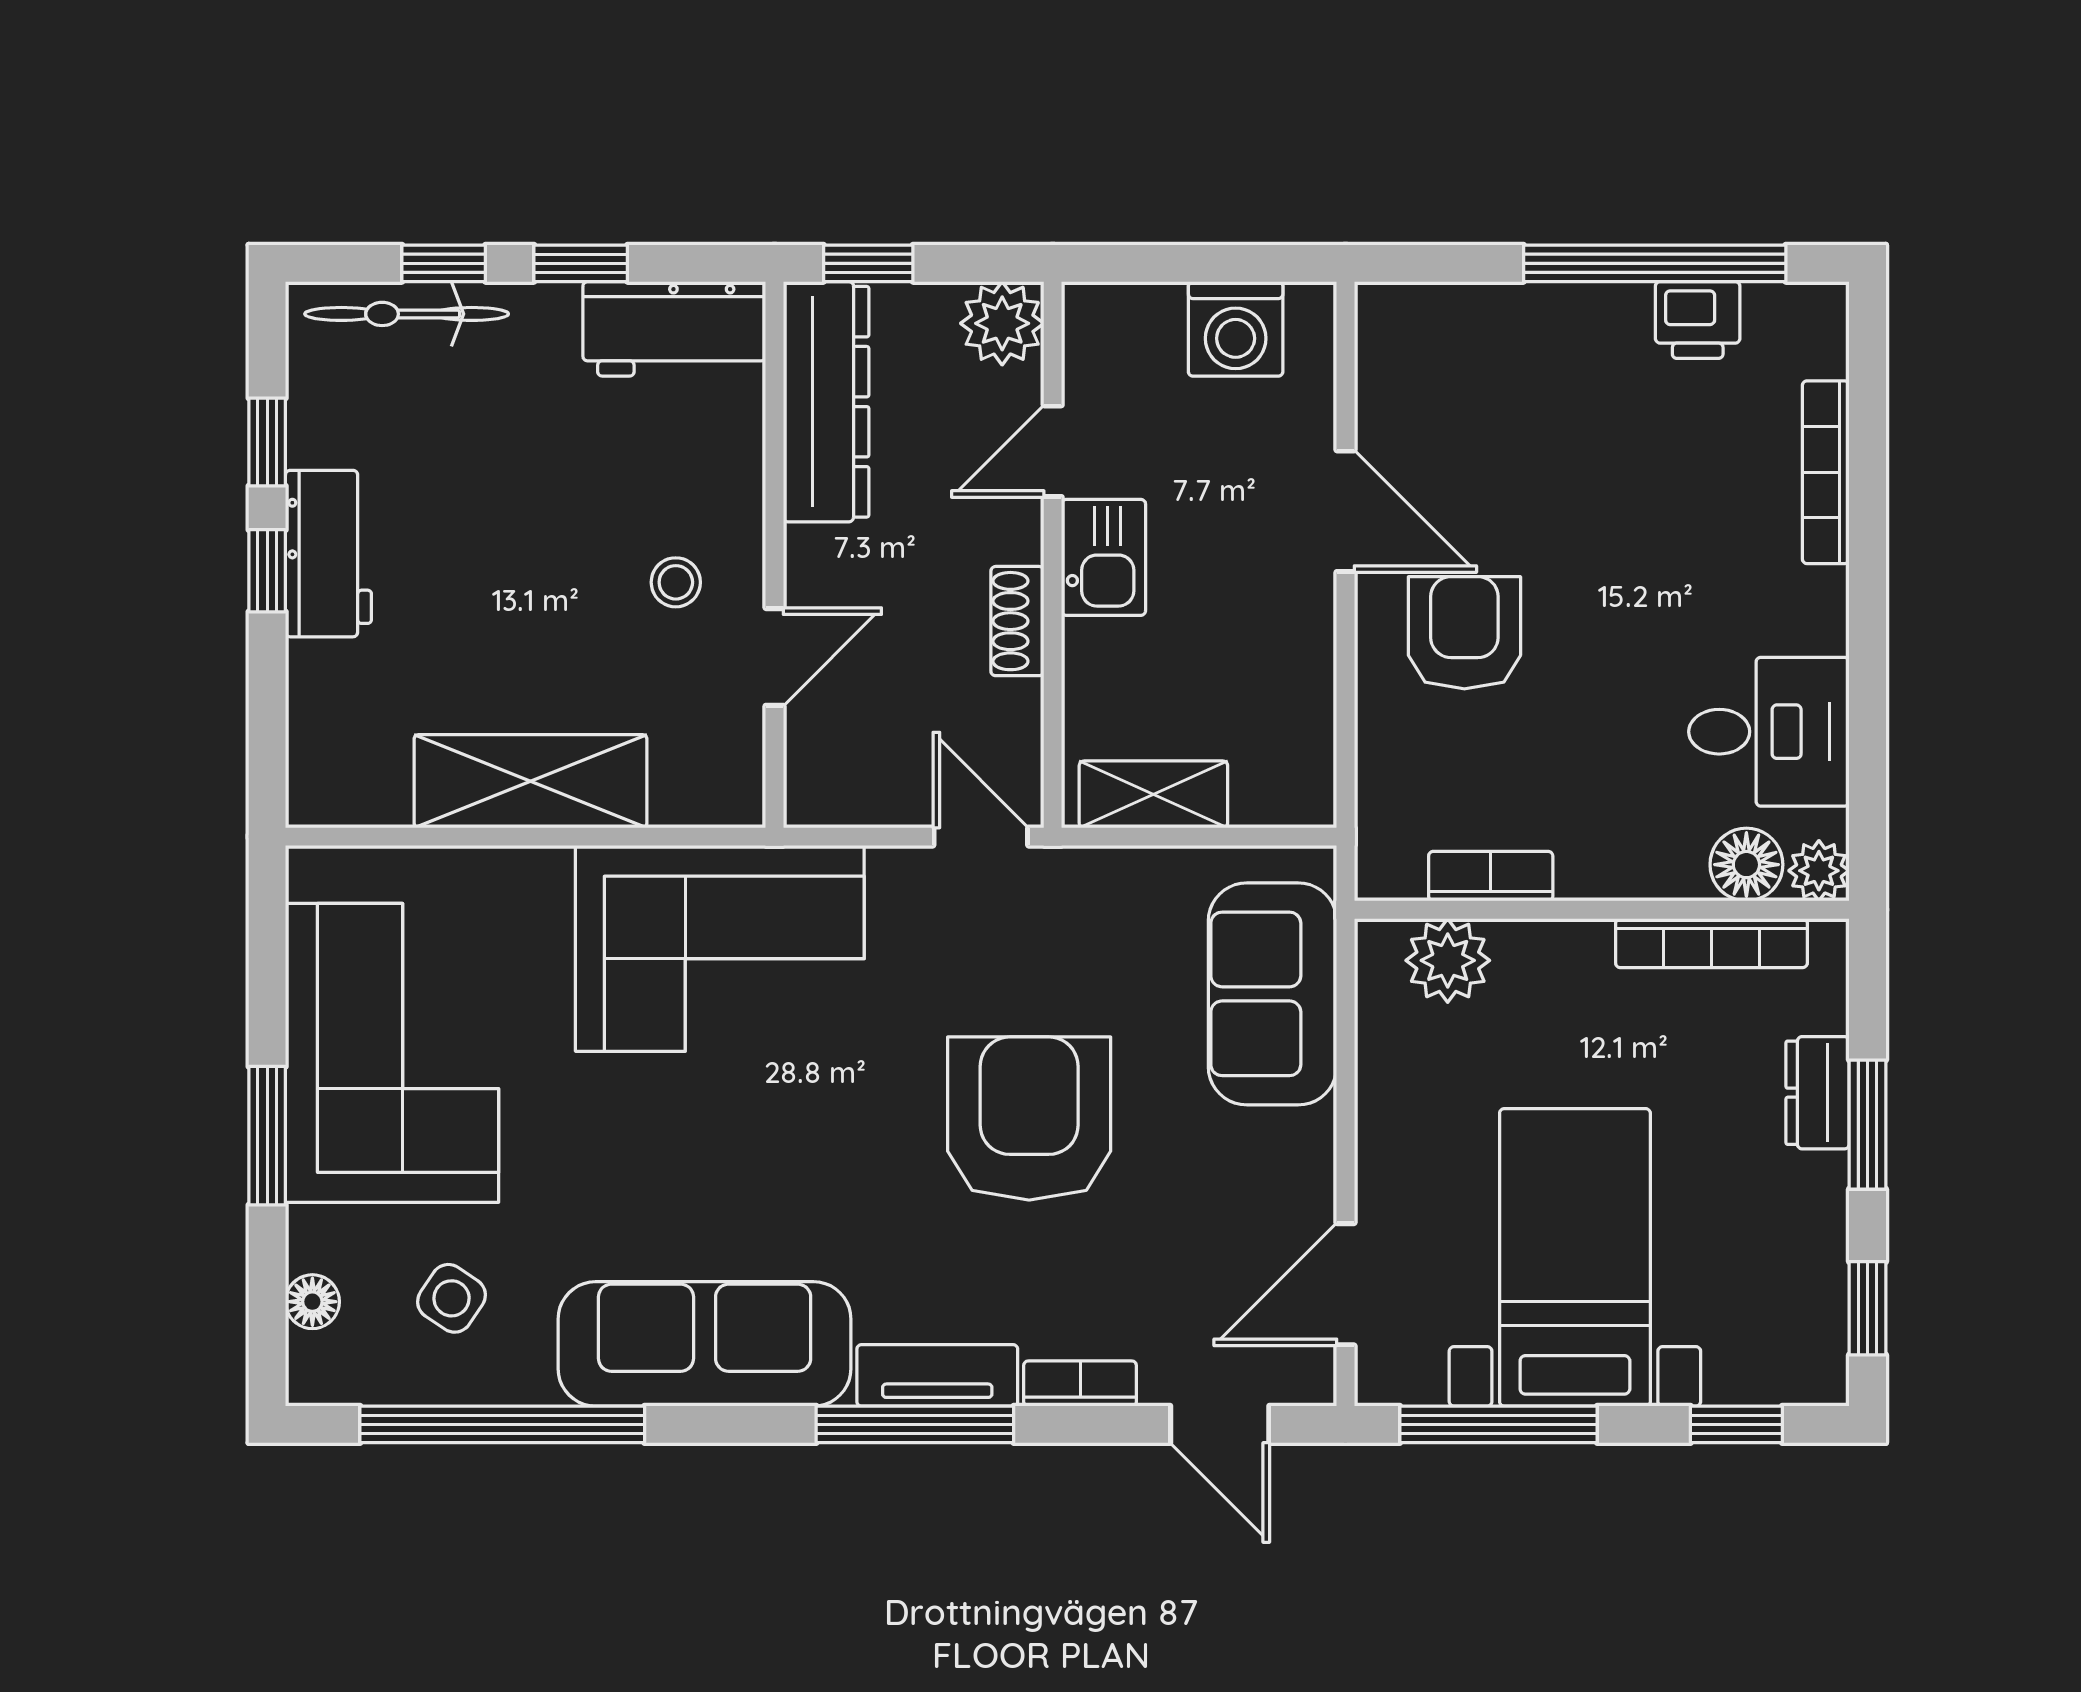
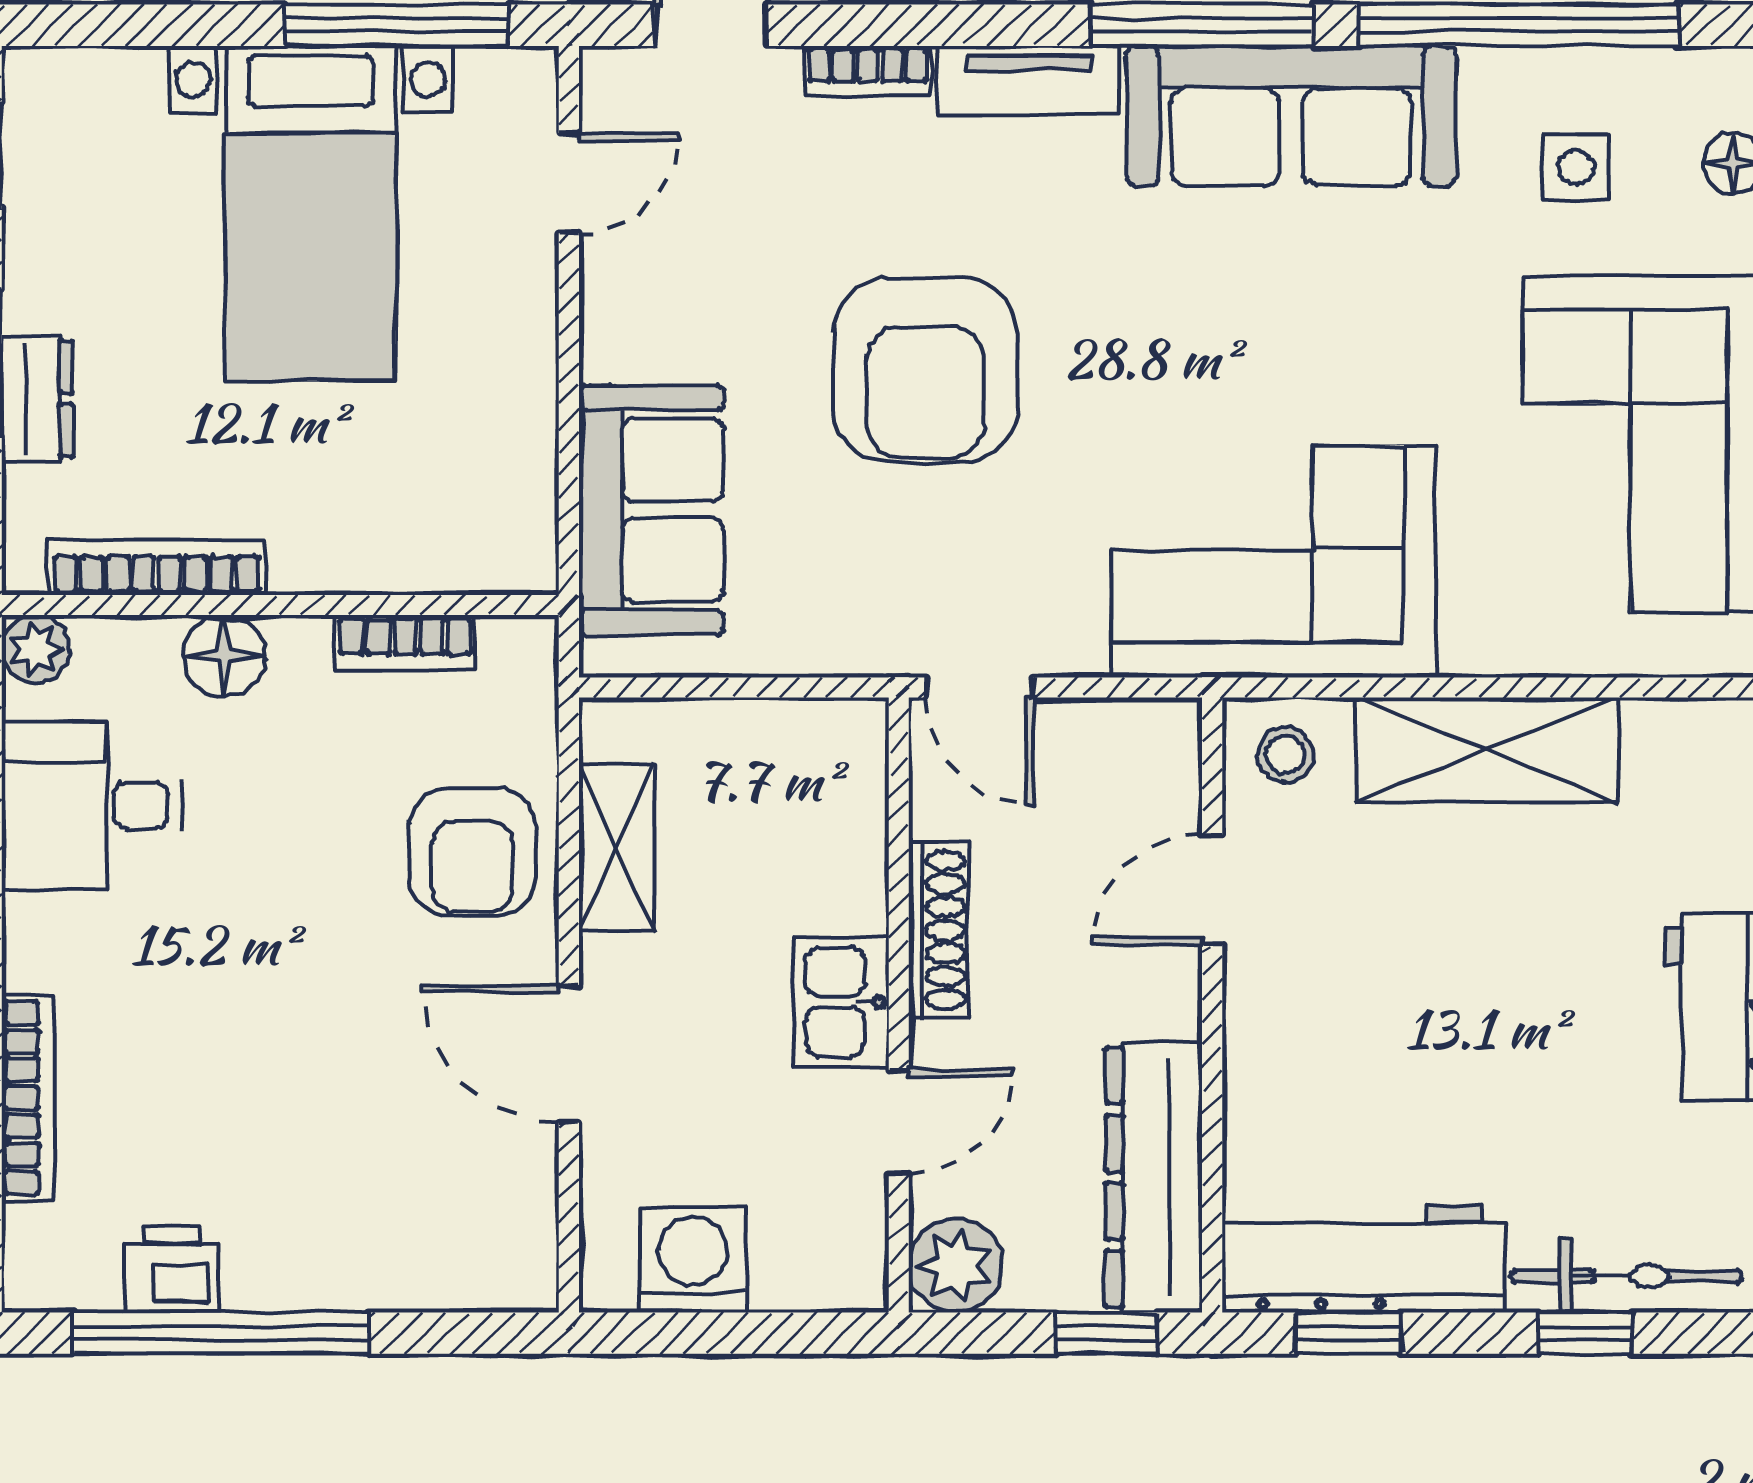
window: (581, 263) -> (1348, 1333), moved
workbench: (674, 329) -> (1364, 1259), width x1.38
stool: (676, 582) -> (1286, 755), moved
shoe rack: (1017, 621) -> (939, 930), width x1.43
armchair: (1464, 633) -> (473, 851), moved
shelving: (1153, 794) -> (616, 848), moved, turned 90
floor lamp: (1746, 865) -> (224, 656), moved
plant: (1448, 960) -> (454, 548), removed
door: (1346, 1284) -> (569, 183), width x0.73
side table: (452, 1298) -> (1576, 167), turned -34
window: (915, 1424) -> (1202, 25), moved
window: (1736, 1424) -> (129, 25), removed

